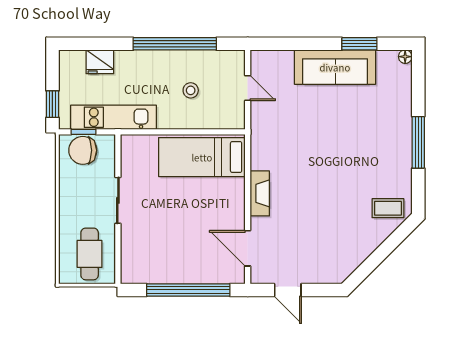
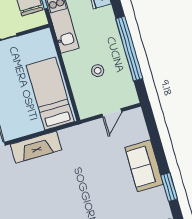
sofa: (335, 67) -> (144, 166), width x0.73
fireplace: (260, 193) -> (36, 147), width x1.37, depth x1.32

